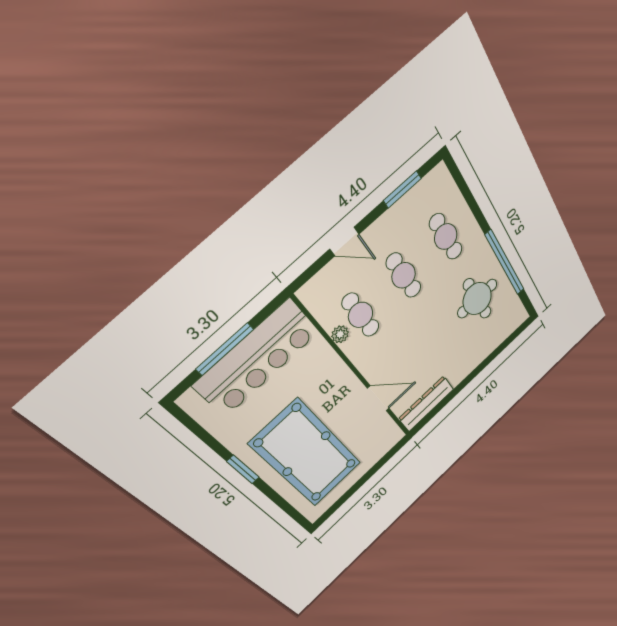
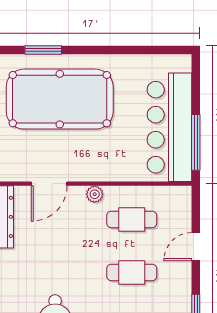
plant: (340, 334) -> (95, 194), moved
window: (225, 349) -> (196, 142), moved
window: (243, 469) -> (43, 50), moved

